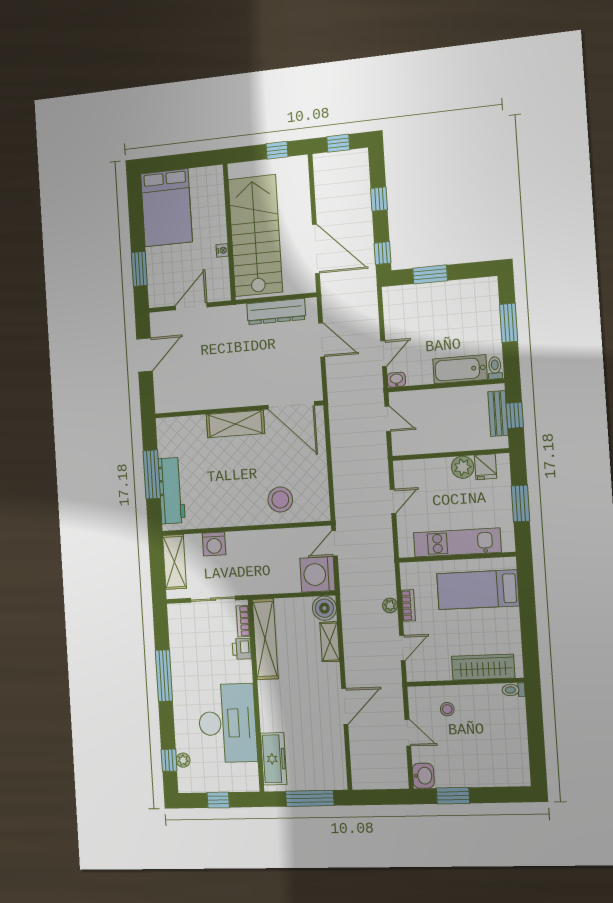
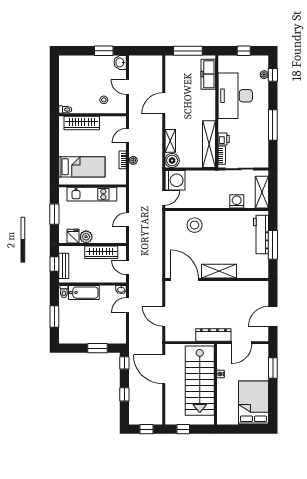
dresser: (276, 311) -> (213, 335), moved
wardrobe: (434, 442) -> (101, 252), added

